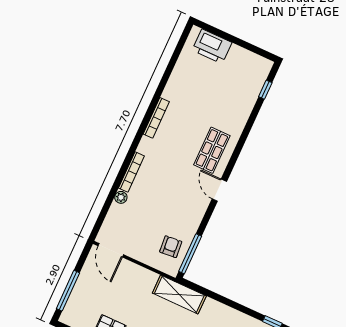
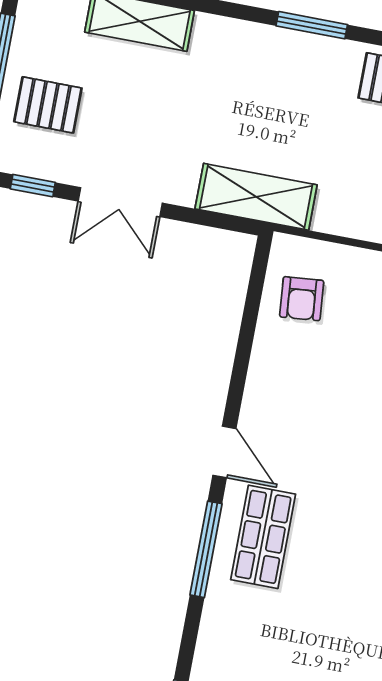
window: (190, 254) -> (206, 549), moved
double door: (237, 306) -> (120, 202), added

